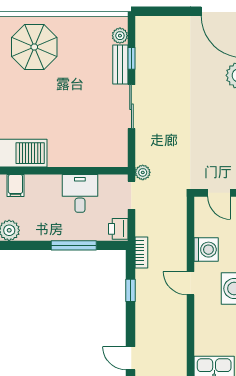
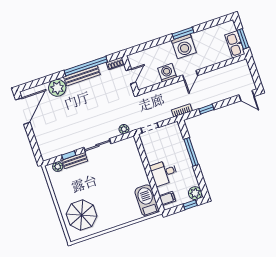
plant: (143, 172) -> (124, 129), moved
desk: (80, 193) -> (164, 173), moved
printer: (118, 229) -> (172, 129), removed
door: (131, 358) -> (247, 96), hinge flipped

